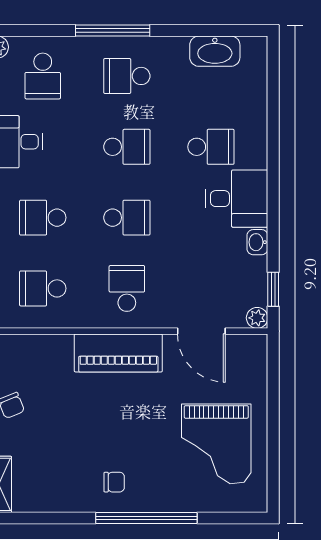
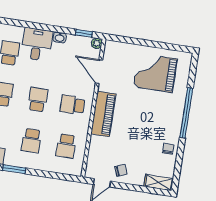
door: (201, 331) -> (99, 72), swing flipped
grand piano: (216, 444) -> (155, 73), turned 180
chair: (114, 482) -> (168, 149), moved

